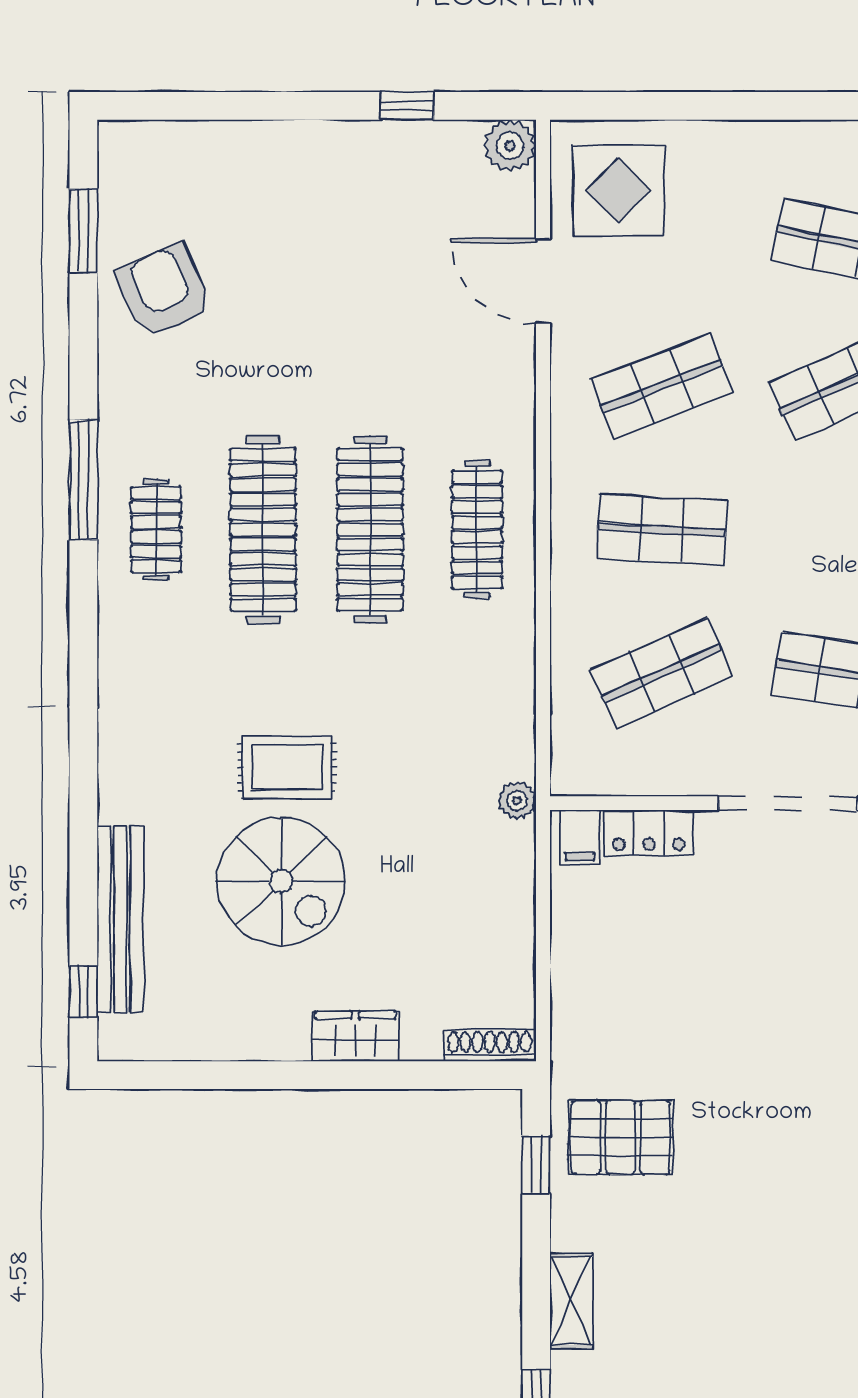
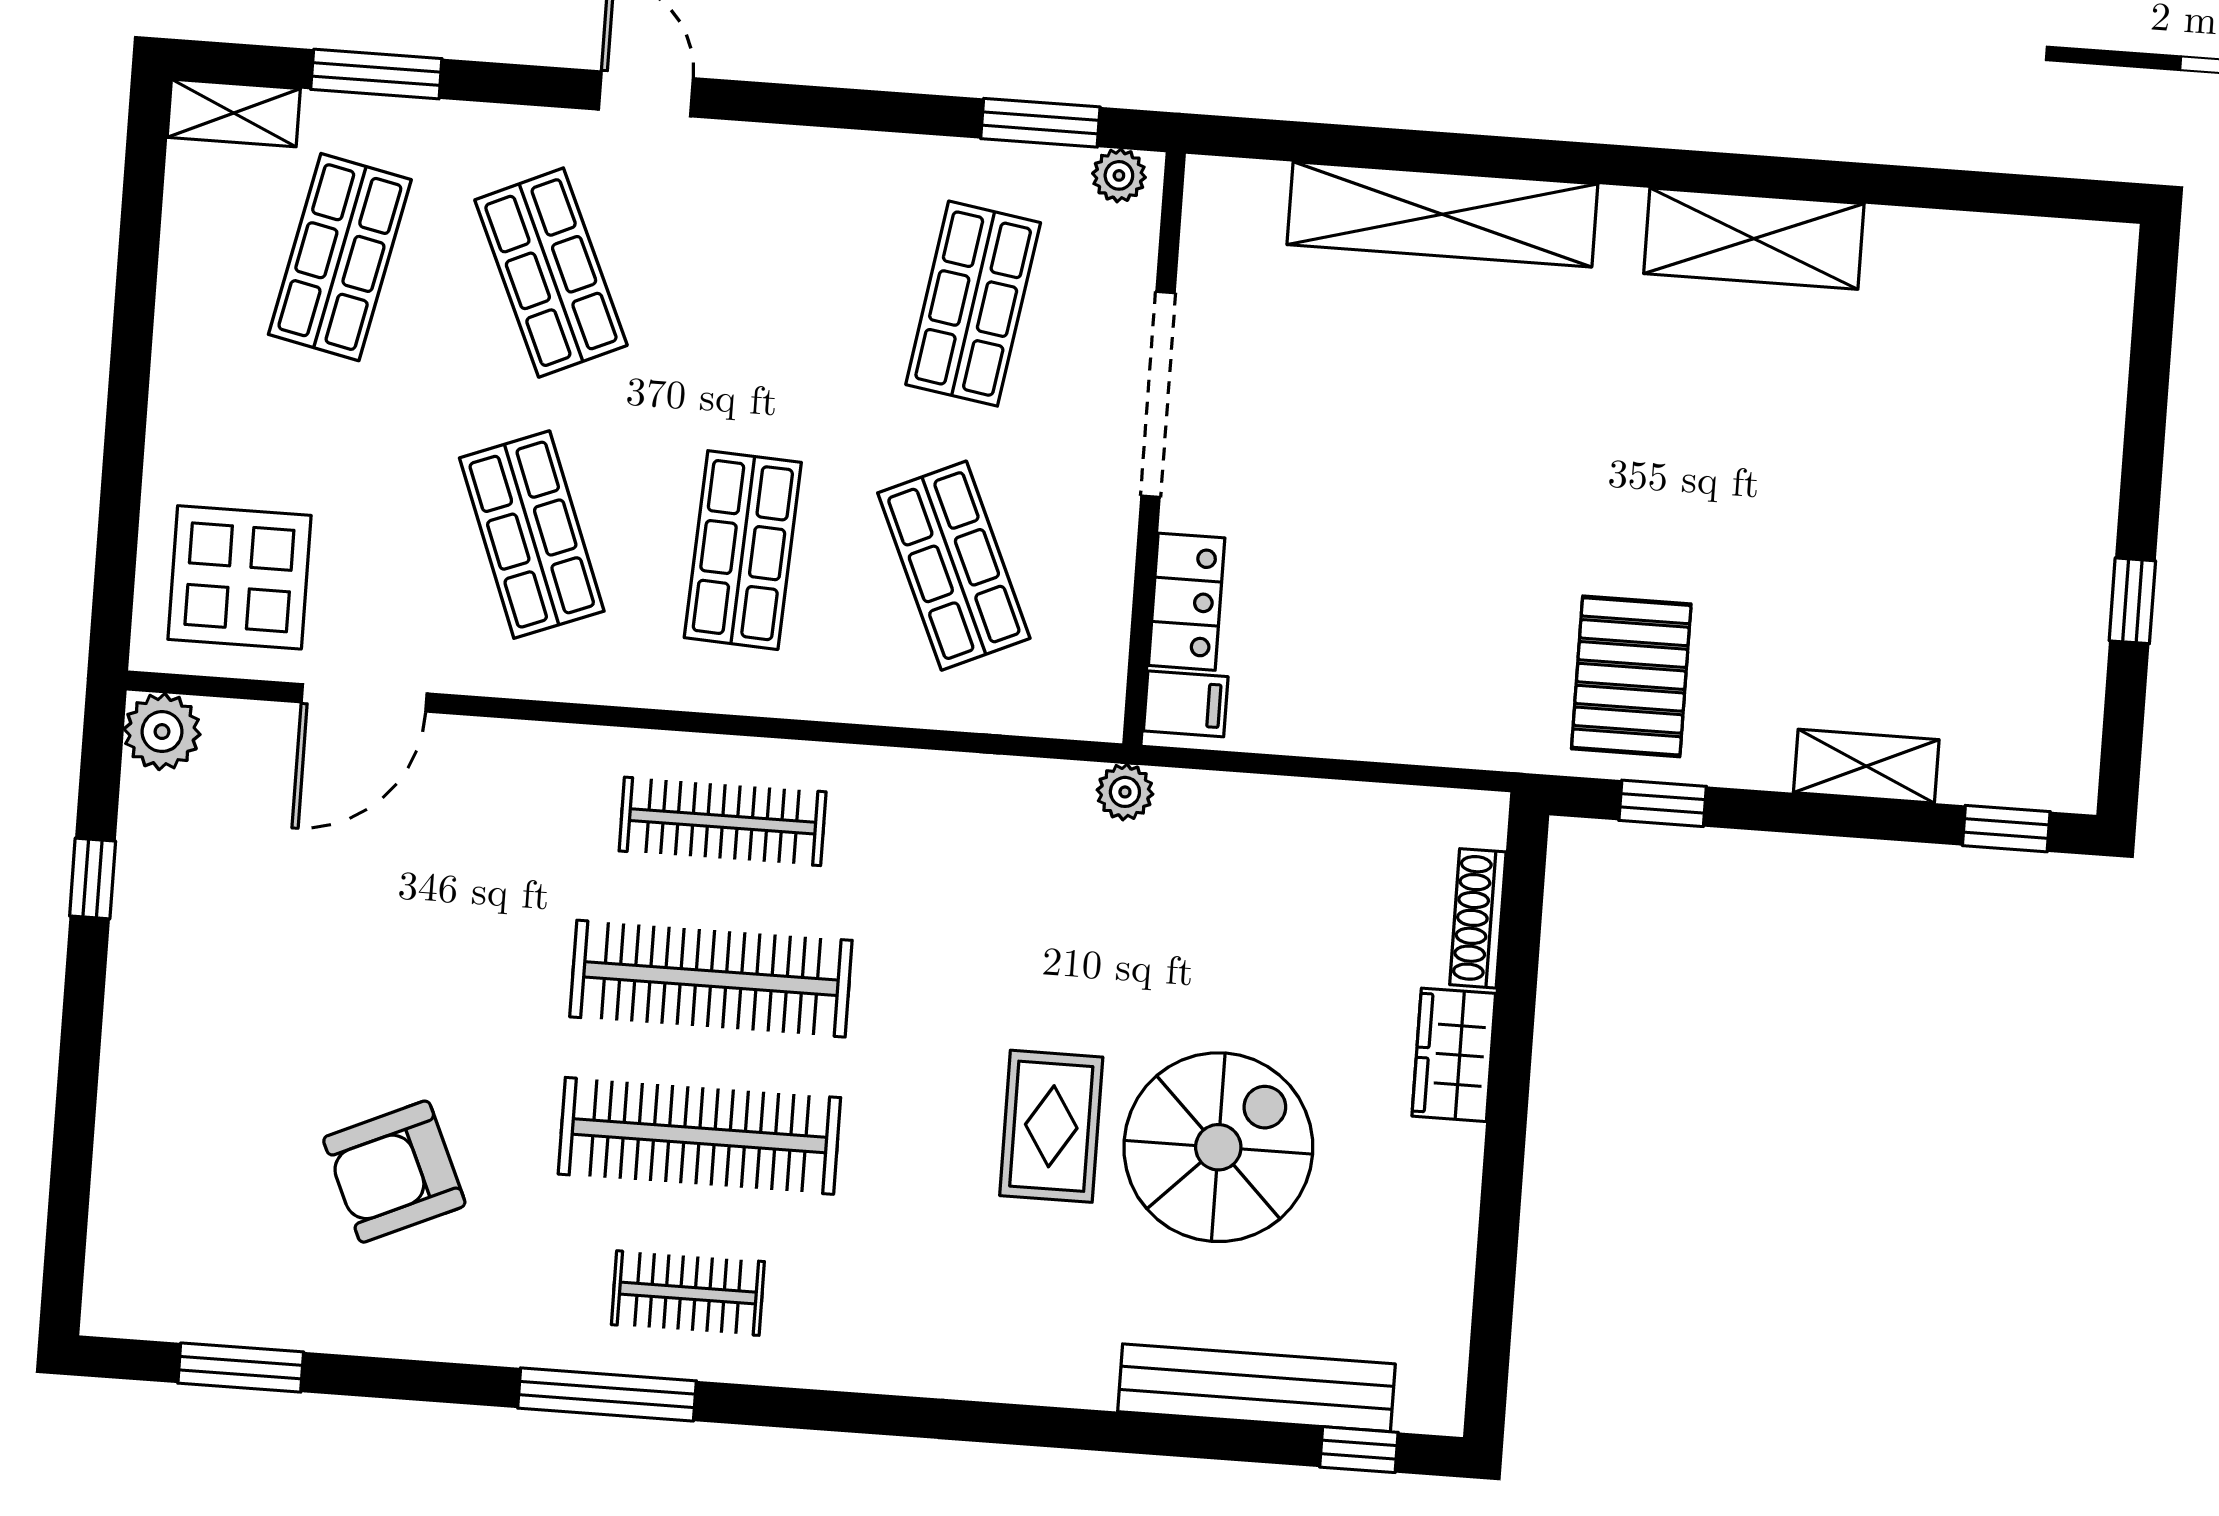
armchair: (164, 291) -> (394, 1172), moved
shoe rack: (490, 1046) -> (1478, 918), moved

